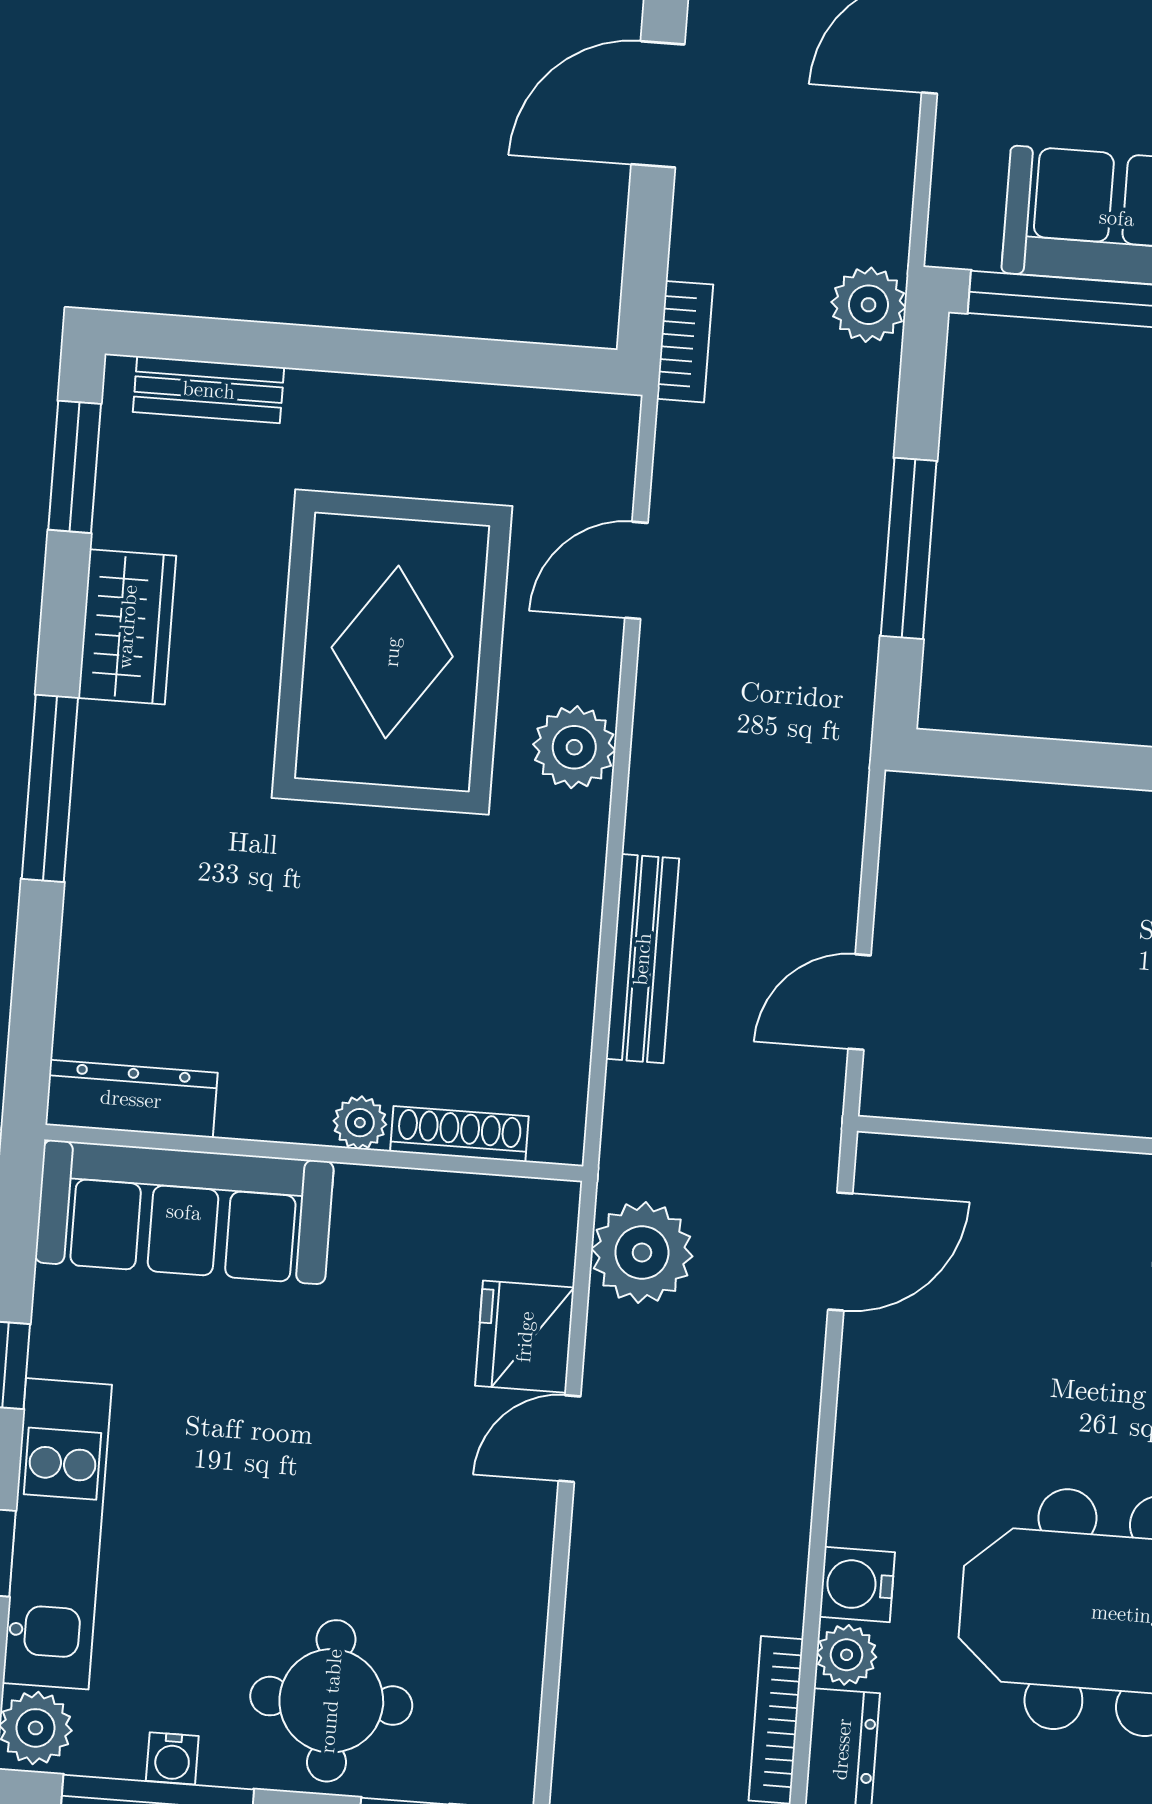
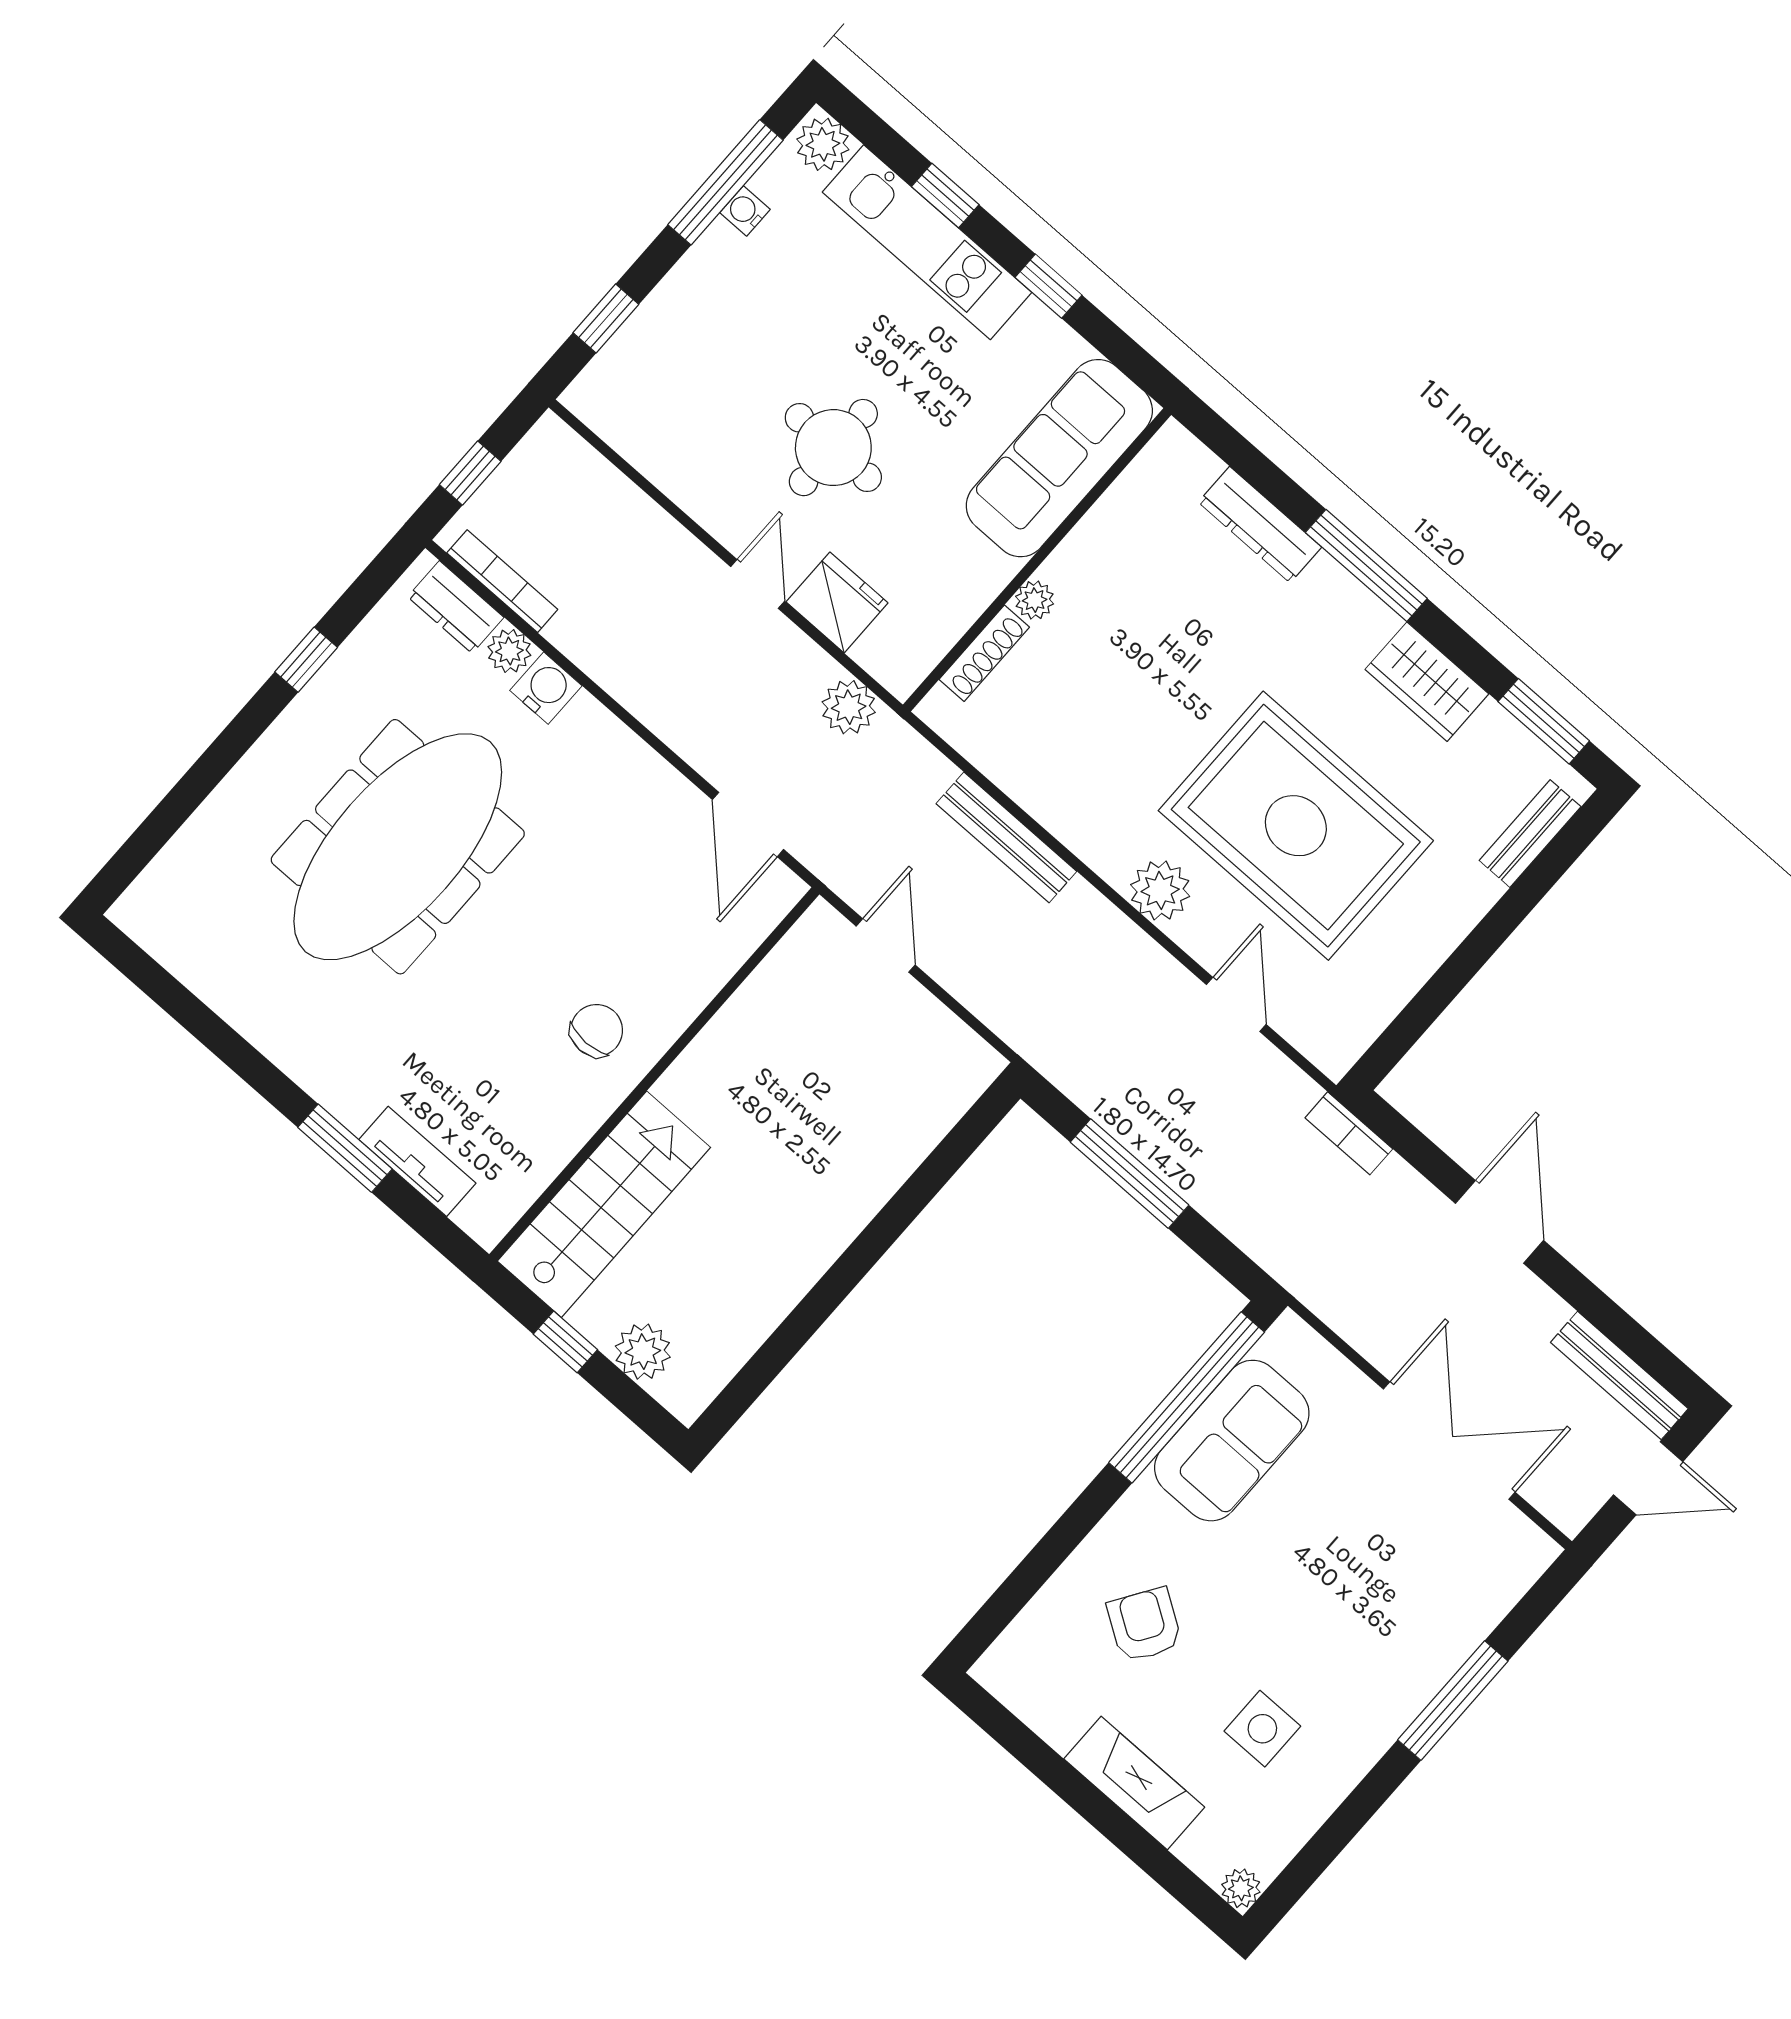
plant: (869, 305) -> (1290, 1257), removed
dresser: (131, 1099) -> (1260, 525), moved, turned 90
plant: (642, 1253) -> (849, 707), width x0.73, depth x0.73
round table: (331, 1701) -> (833, 448), moved

